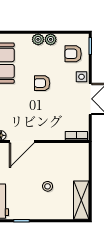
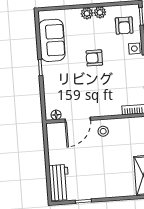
armchair: (73, 54) -> (124, 26), turned -90
stool: (48, 186) -> (103, 131), moved

